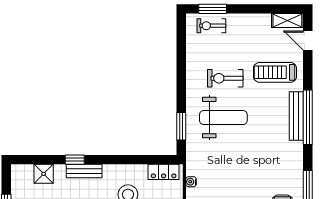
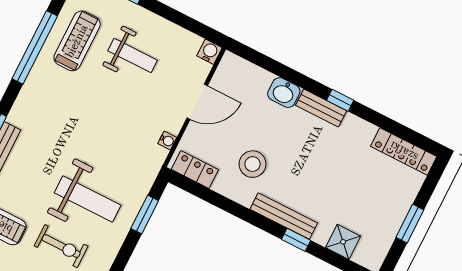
weight bench: (223, 118) -> (88, 199), turned 180
bench: (84, 171) -> (284, 216), width x1.36

